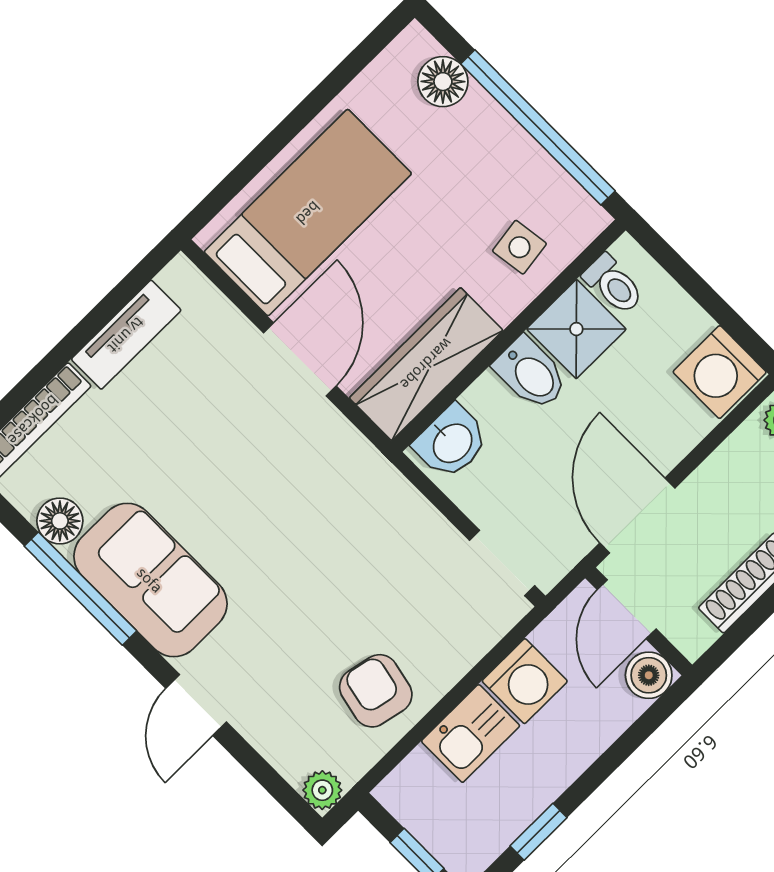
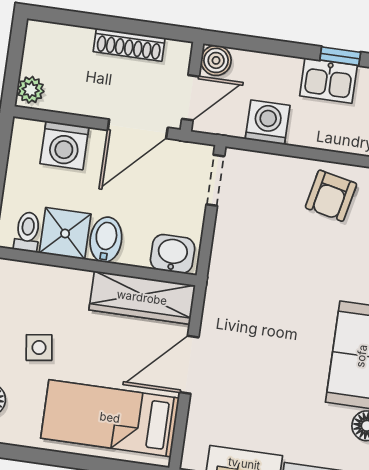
side table: (519, 247) -> (39, 348), moved
washing machine: (720, 372) -> (64, 145), moved, turned 90
kitchen sink: (471, 733) -> (328, 81), moved, turned 180

